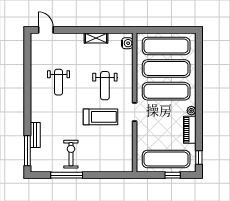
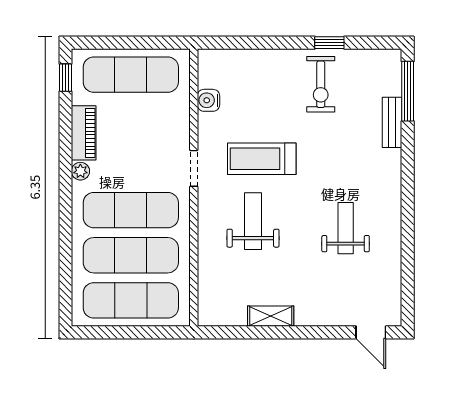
water cooler: (127, 43) -> (208, 100), moved
window: (67, 175) -> (329, 43), width x0.46
window: (173, 175) -> (118, 43), removed

